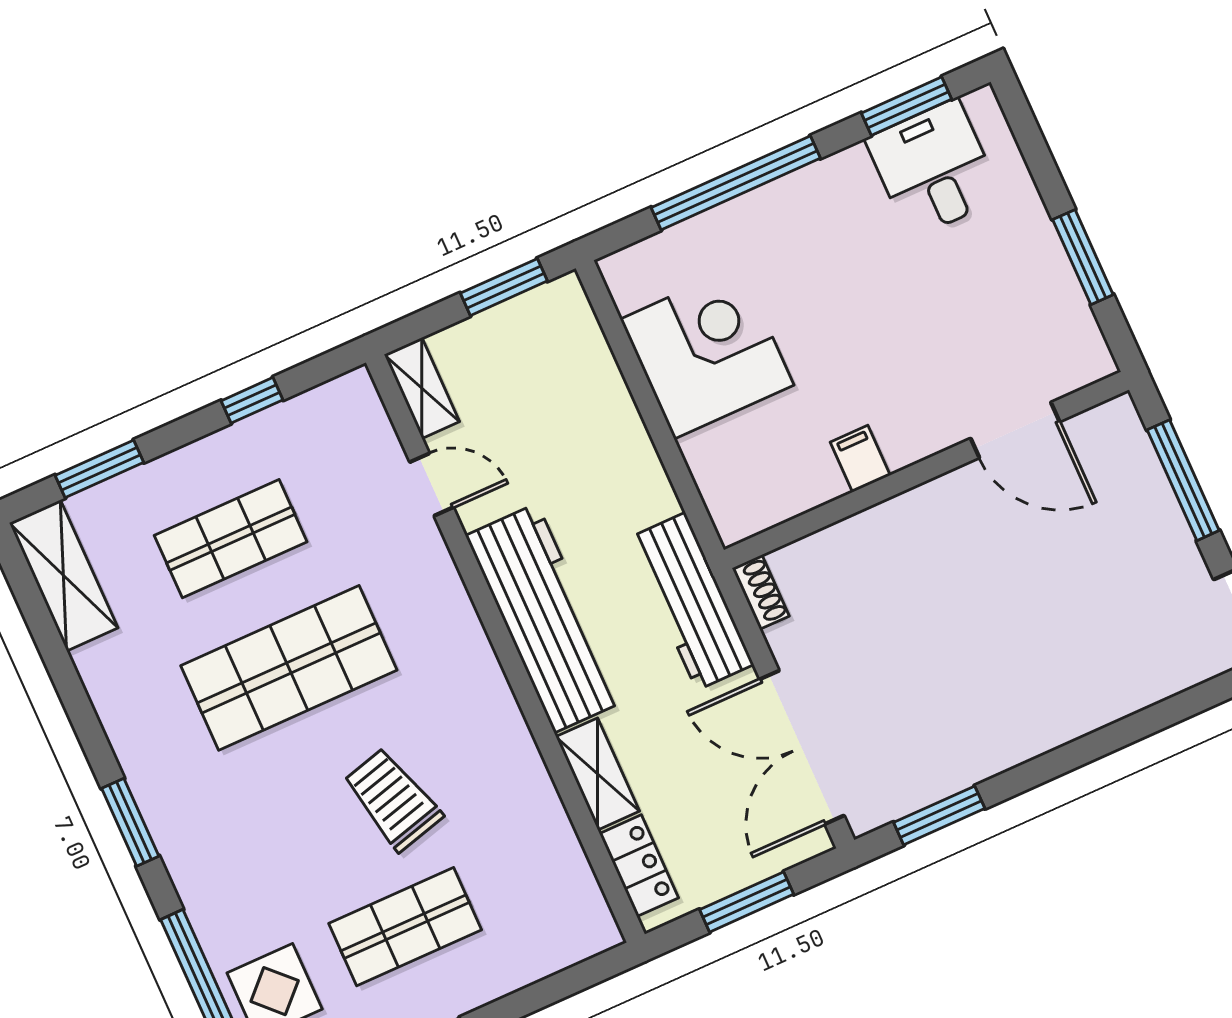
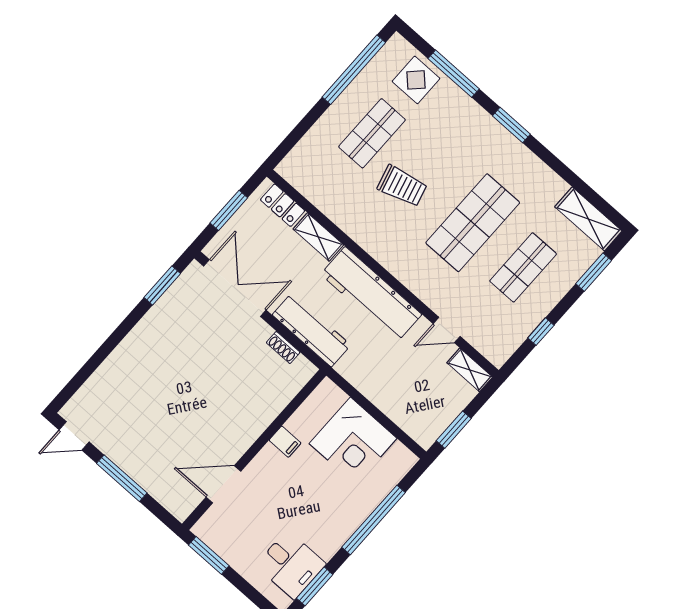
door: (1015, 430) -> (224, 484), moved
filing cabinet: (860, 459) -> (285, 442), moved
wall: (927, 470) -> (254, 450), moved

